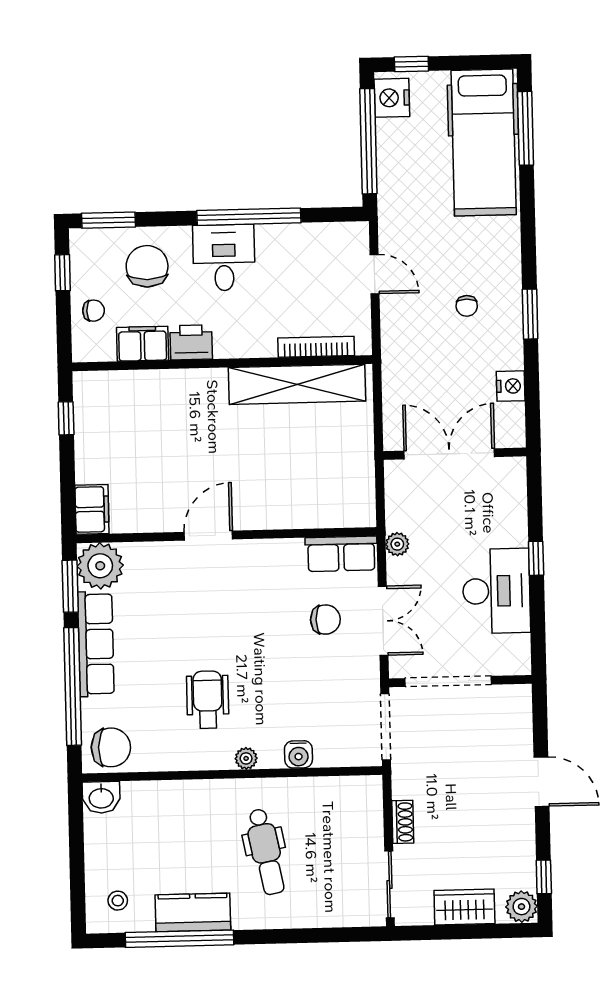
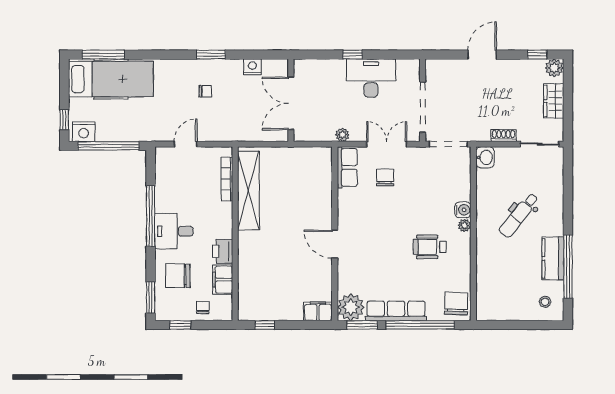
water cooler: (298, 754) -> (463, 210), moved
washbasin: (101, 797) -> (485, 157), moved
dental chair: (266, 852) -> (519, 215), turned 140

